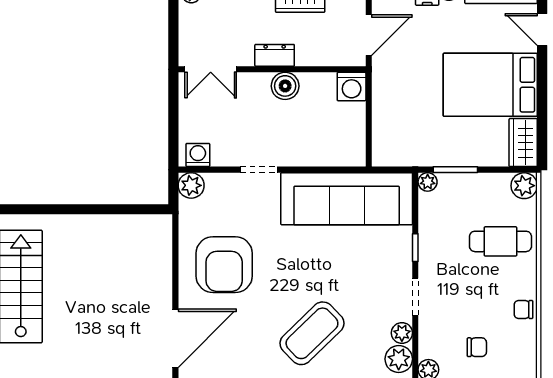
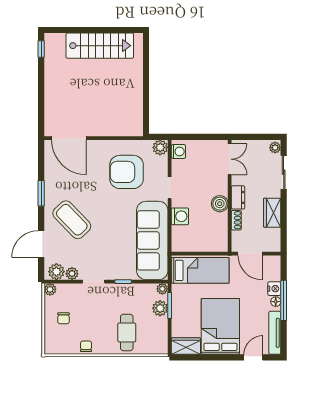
shoe rack: (313, 58) -> (236, 220), added
double door: (211, 69) -> (230, 159), swing flipped
washing machine: (352, 87) -> (180, 216), moved, turned 180
bed: (397, 119) -> (200, 270), added
plant: (524, 186) -> (160, 308), moved
armchair: (224, 265) -> (127, 172), moved

